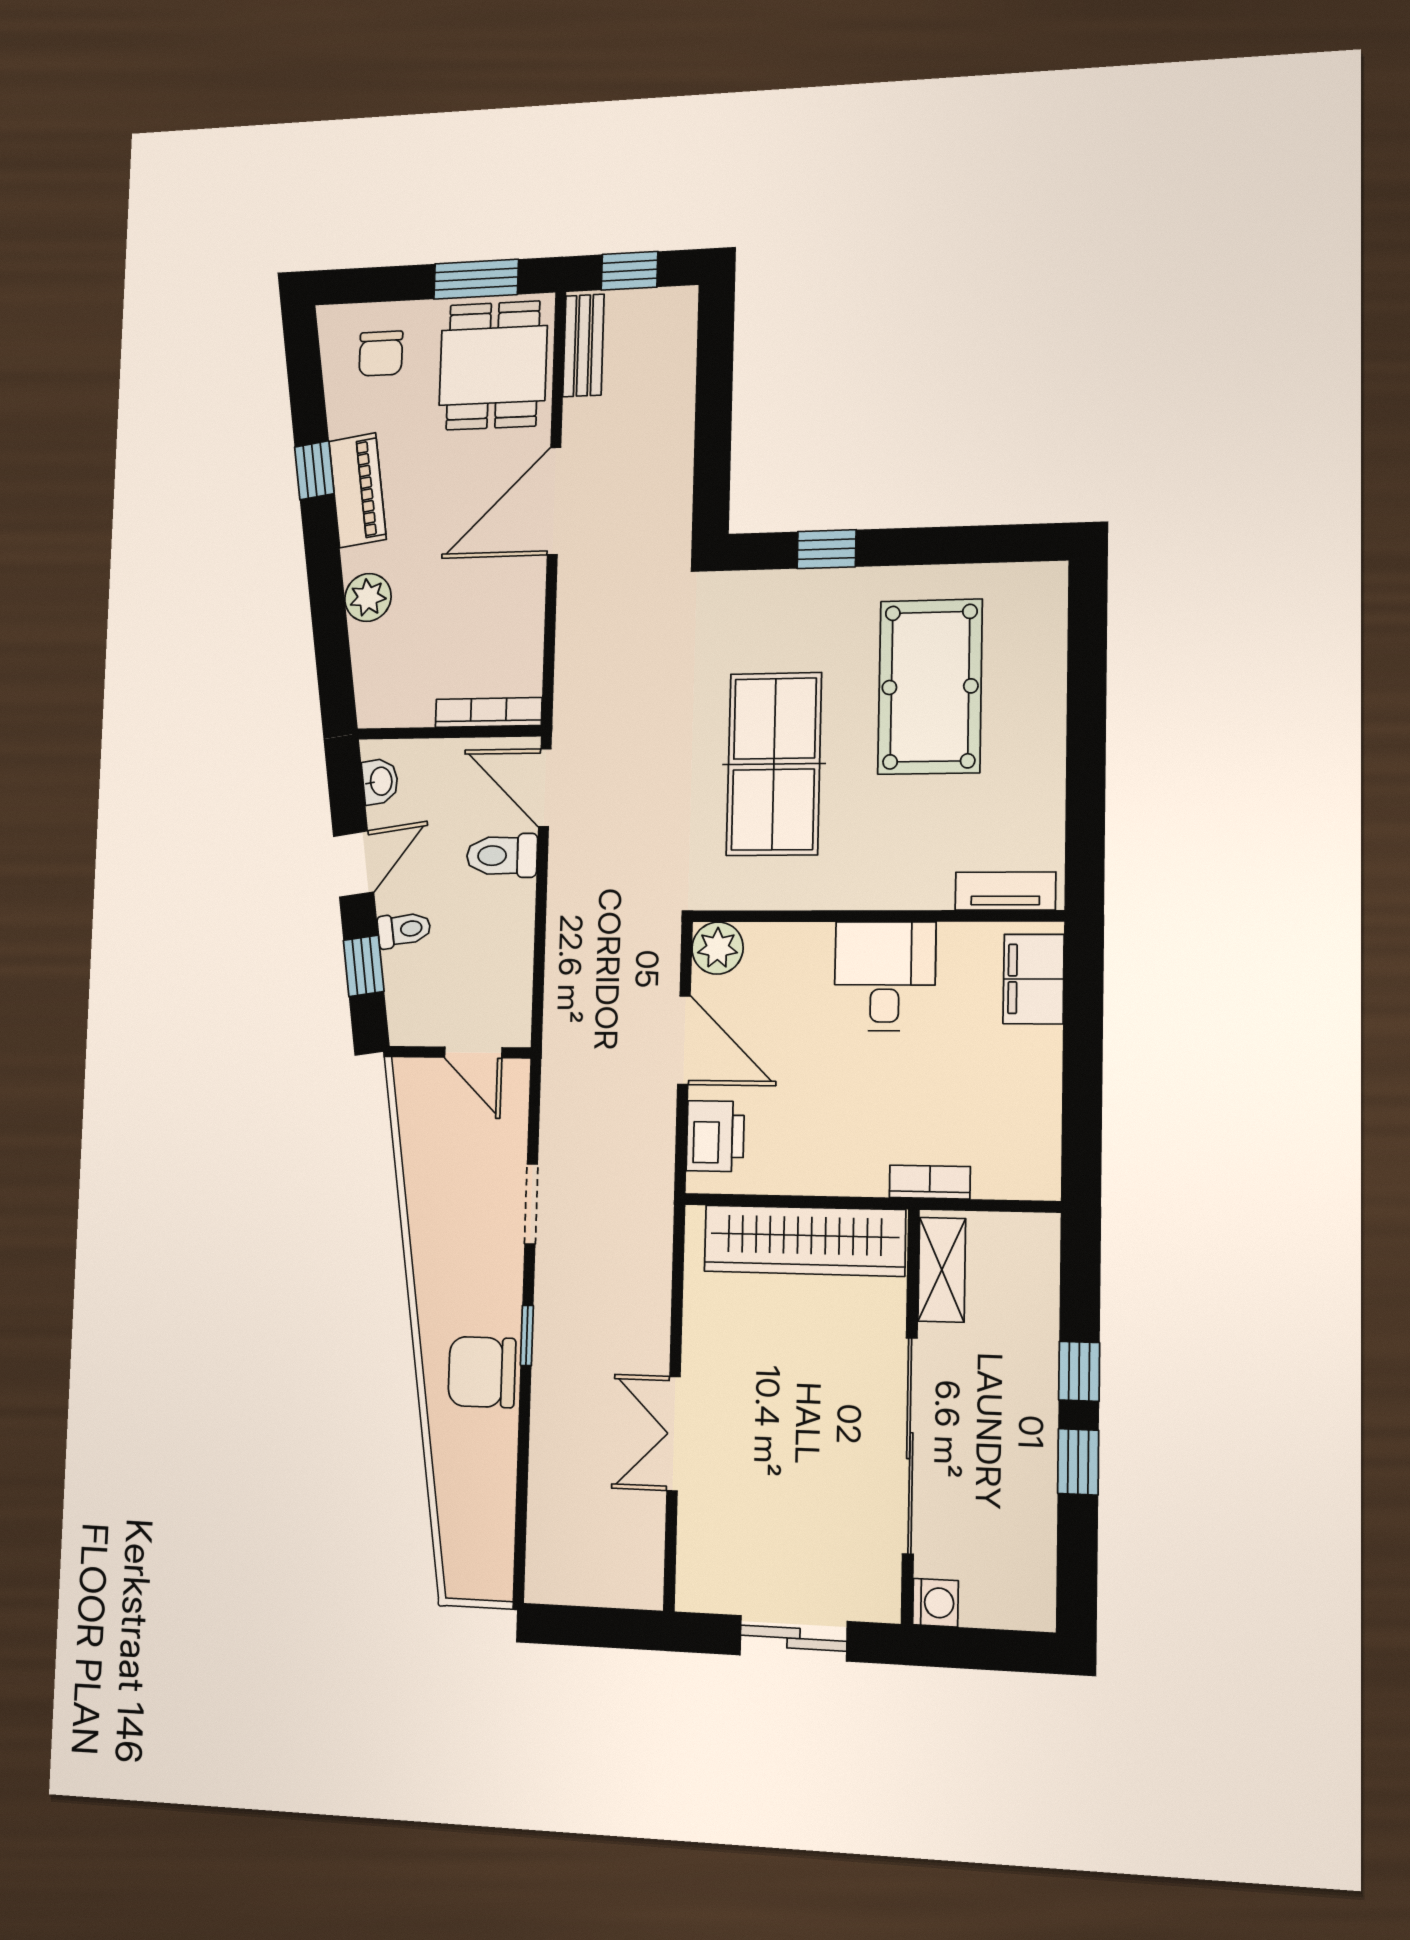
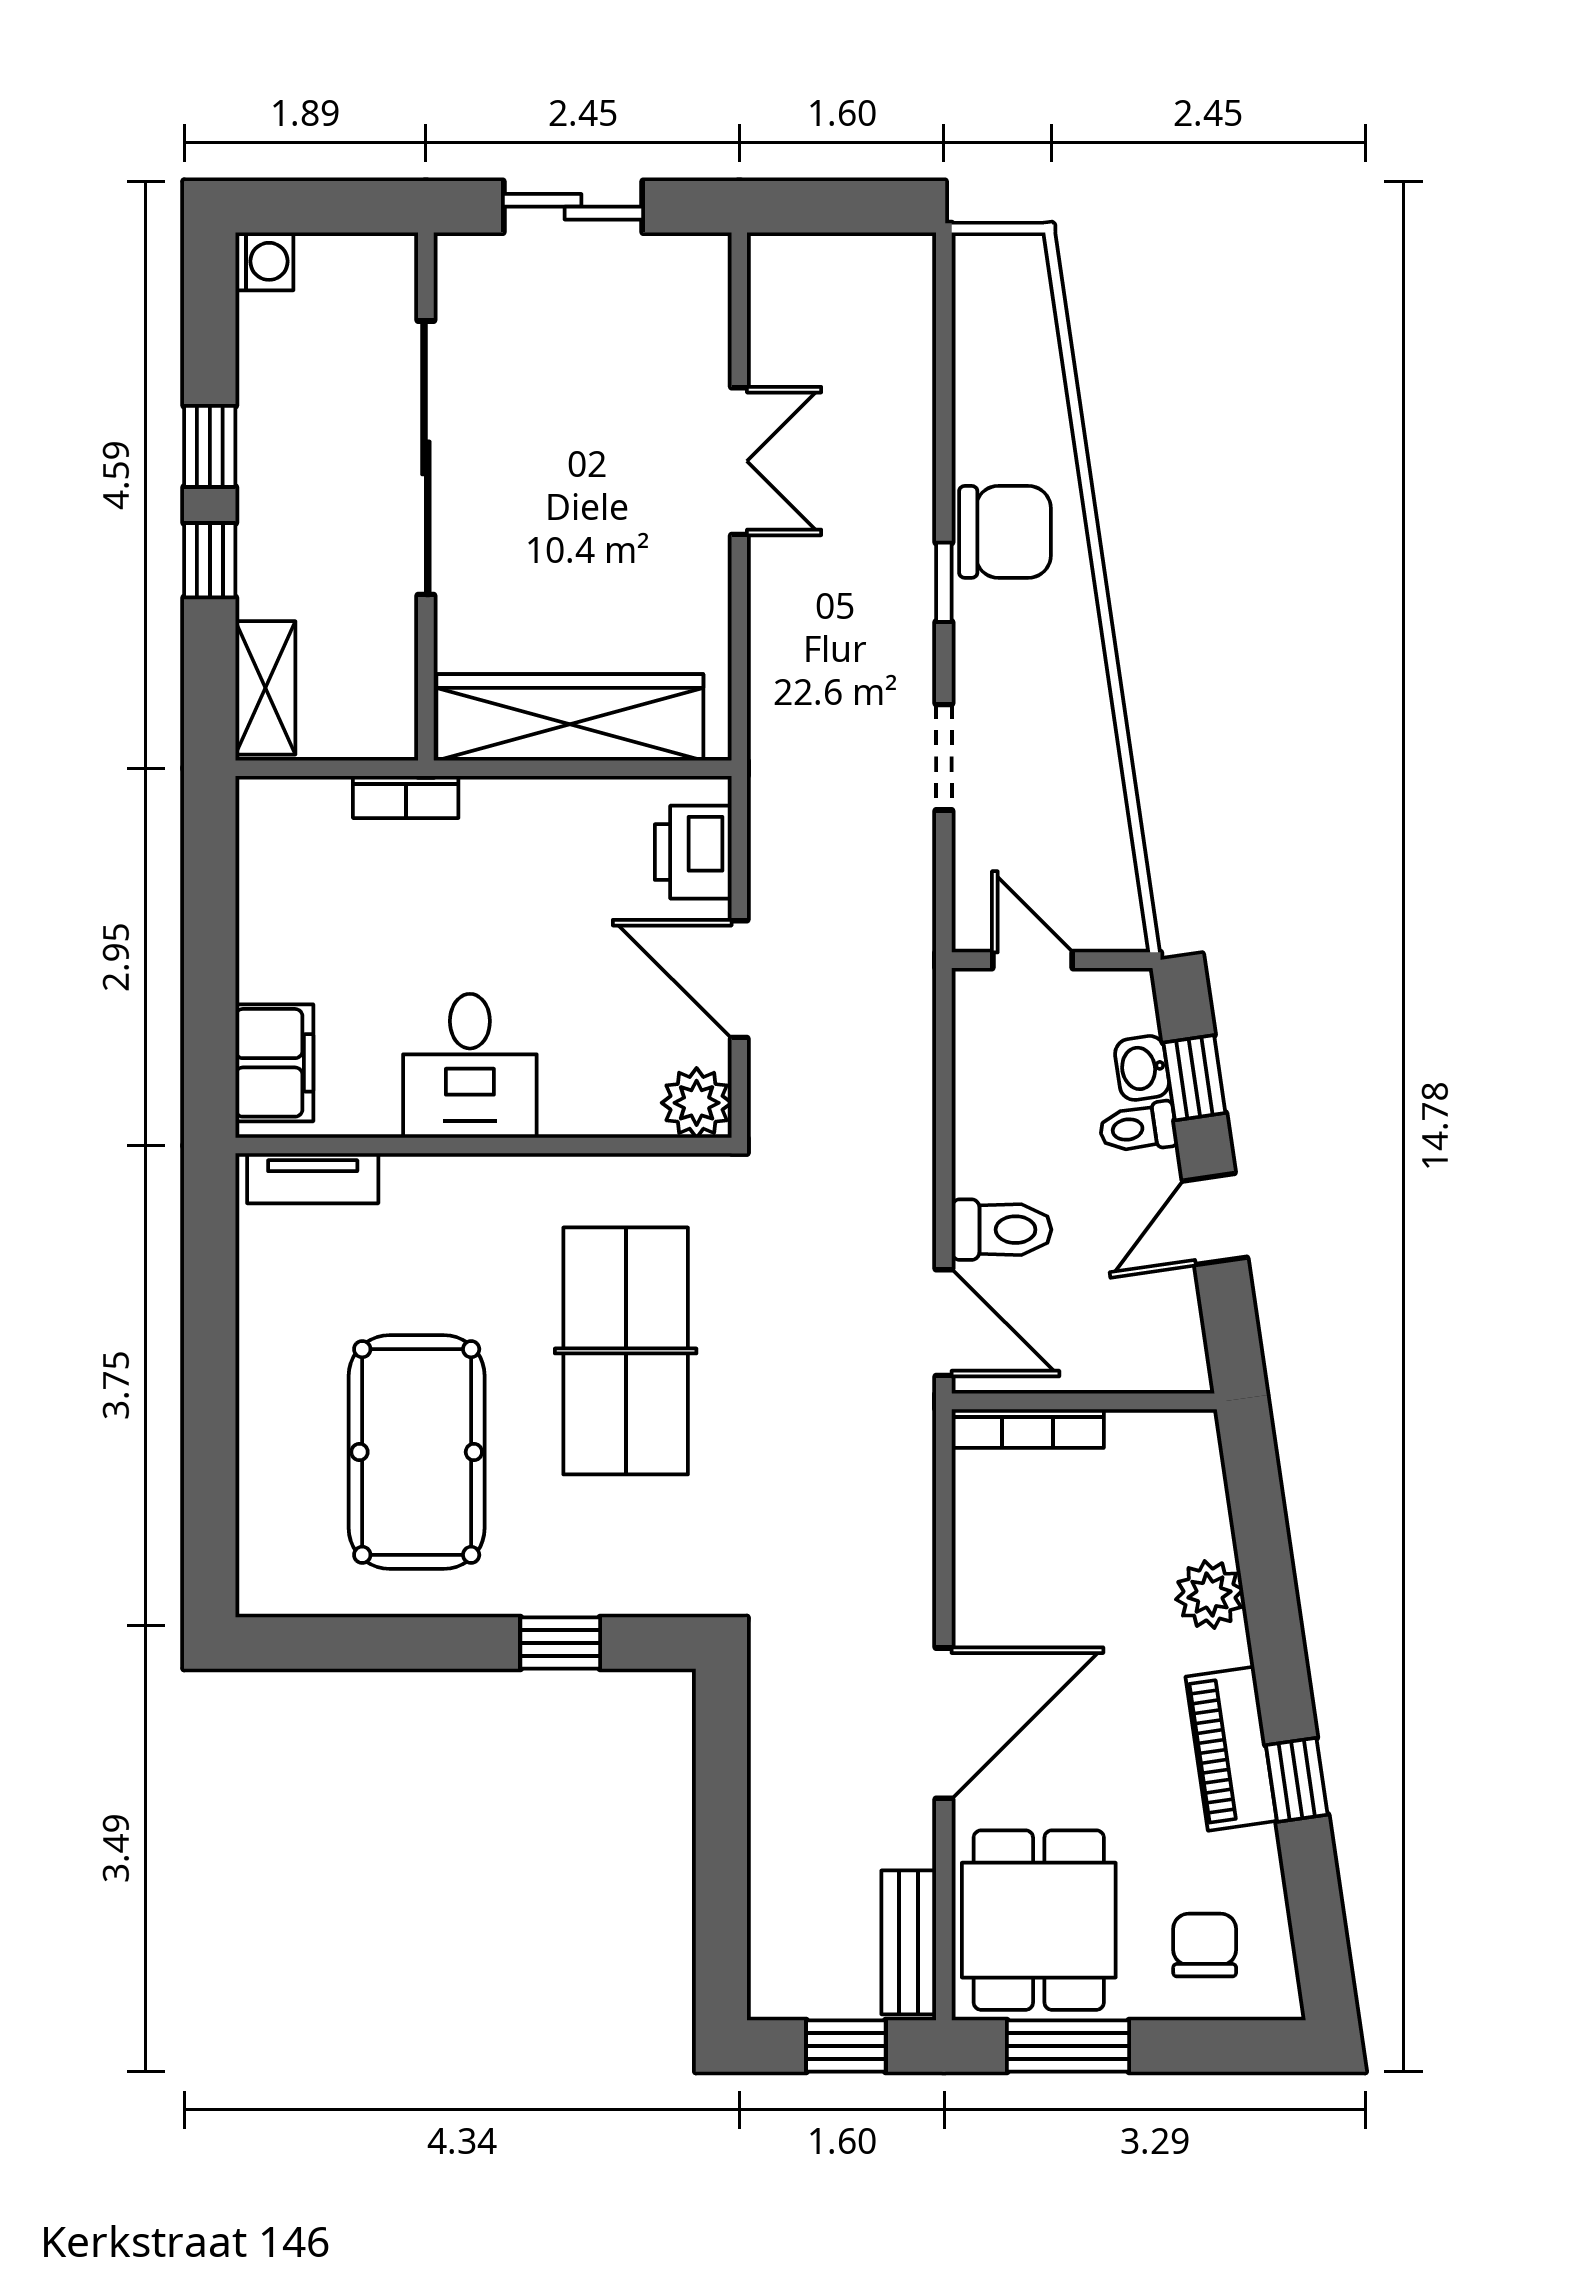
washbasin: (380, 781) -> (1142, 1068), moved
shelving: (942, 1270) -> (265, 688), moved
washing machine: (935, 1603) -> (264, 261), moved, turned 180

